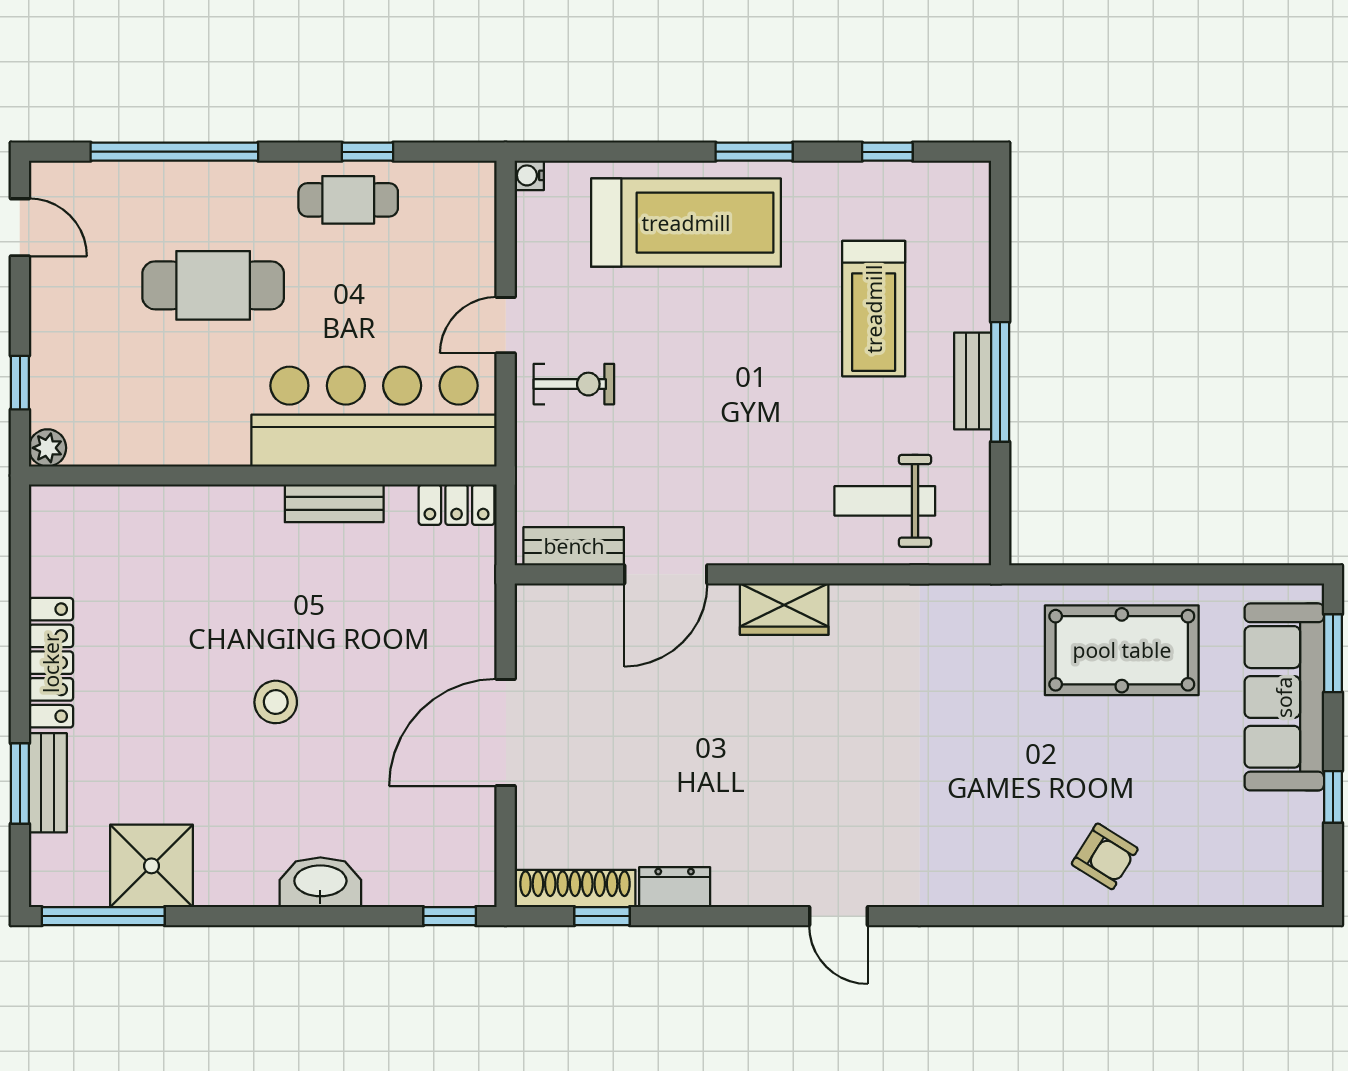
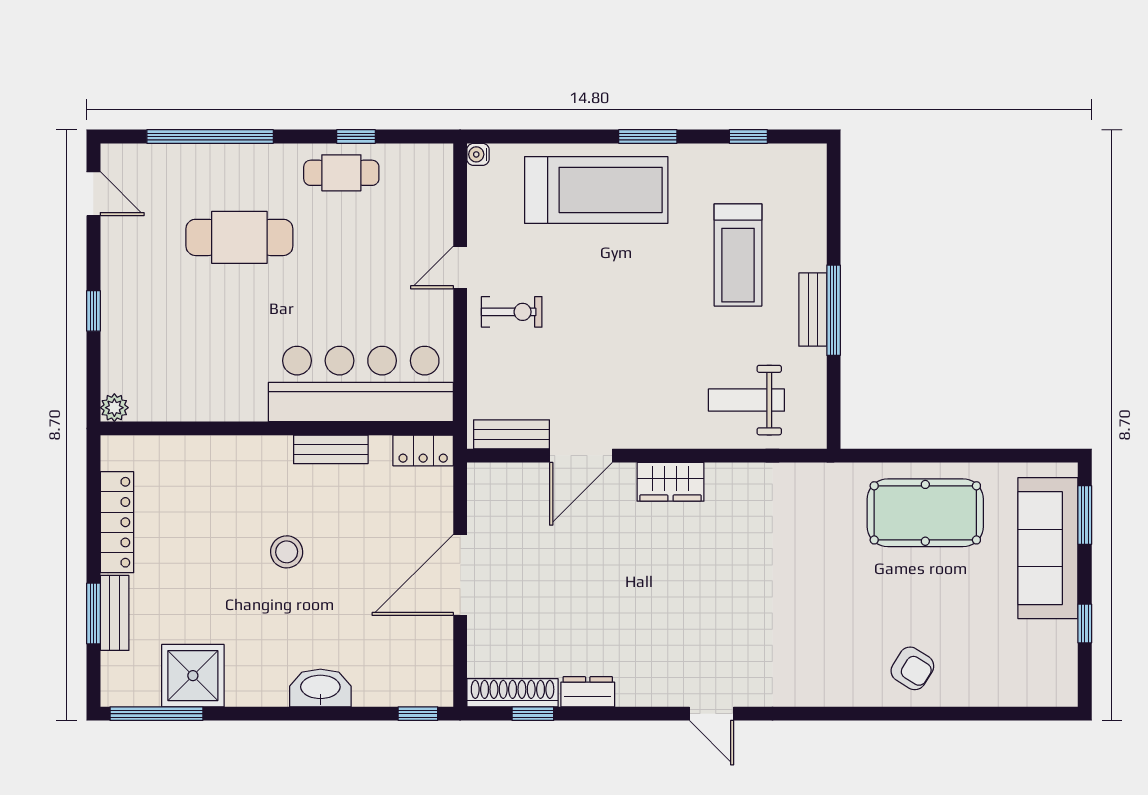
bar counter: (374, 417) -> (361, 384), moved
plant: (47, 448) -> (114, 408), moved
wall: (263, 475) -> (277, 428), moved
bench: (334, 503) -> (331, 449), moved
locker: (457, 505) -> (423, 450), moved

